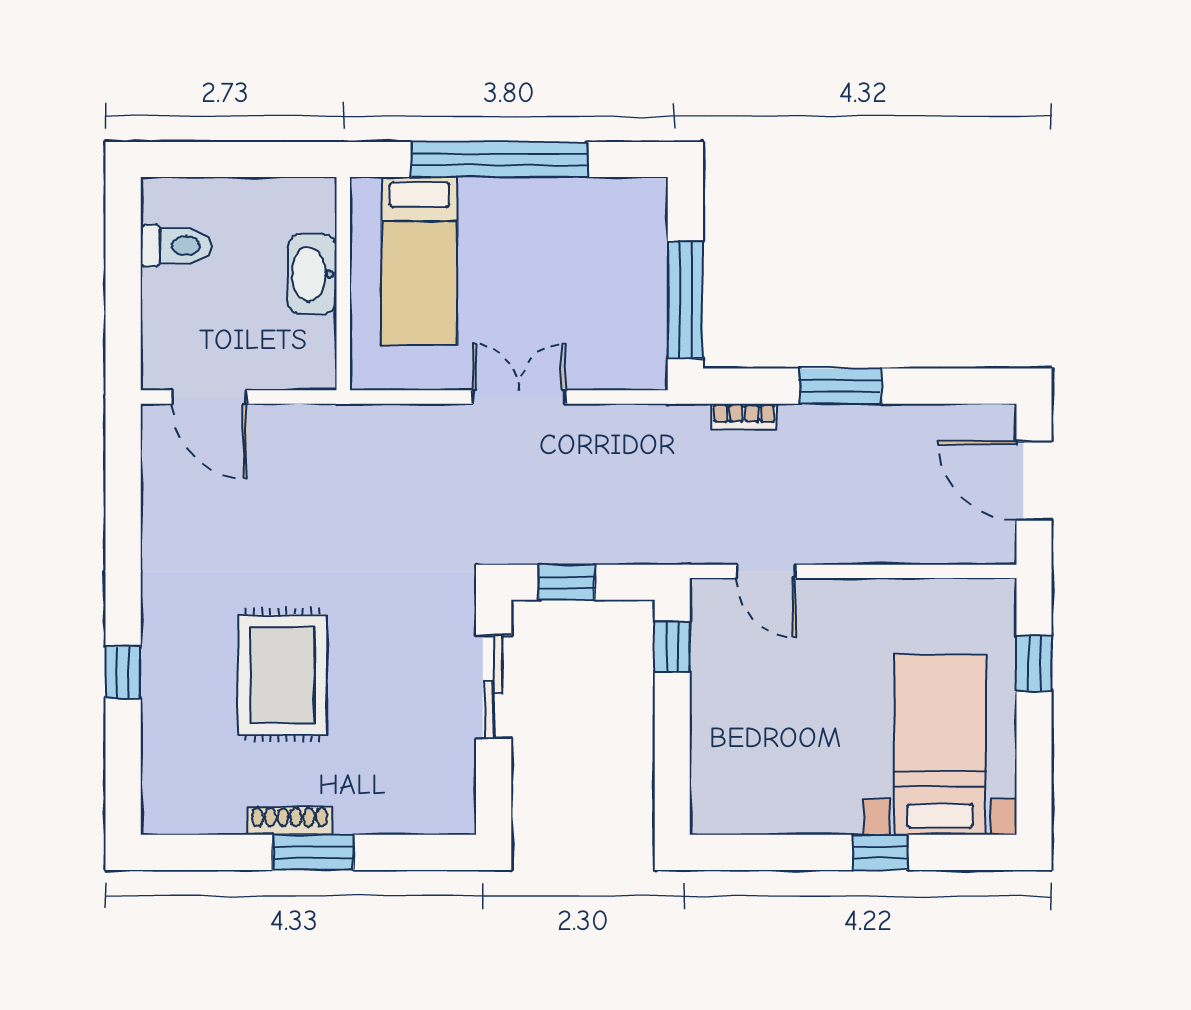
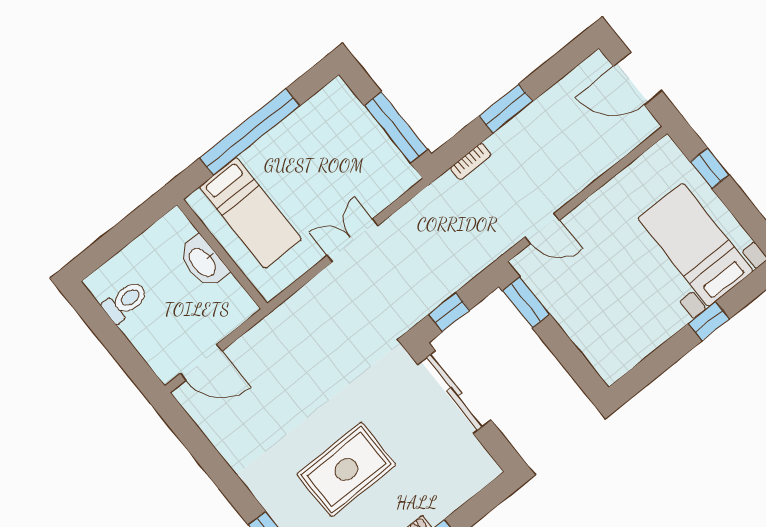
window: (672, 647) -> (526, 302), width x1.50
rug: (282, 675) -> (346, 469), turned 90
sliding door: (494, 687) -> (454, 392), width x1.37

